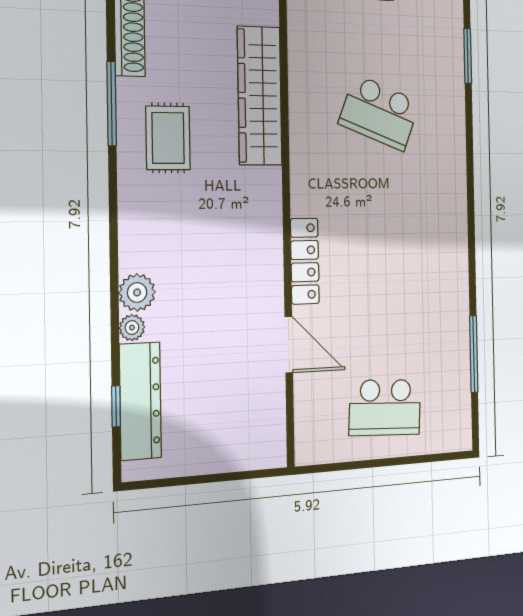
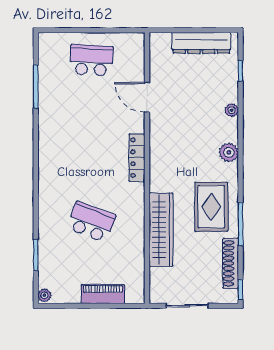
rug: (168, 138) -> (211, 207), width x1.36, depth x1.43
locker: (305, 261) -> (137, 158), moved
plant: (137, 292) -> (229, 152), moved
dresser: (140, 401) -> (201, 43), moved, turned -90

